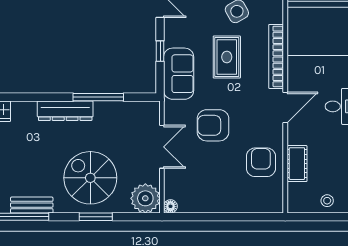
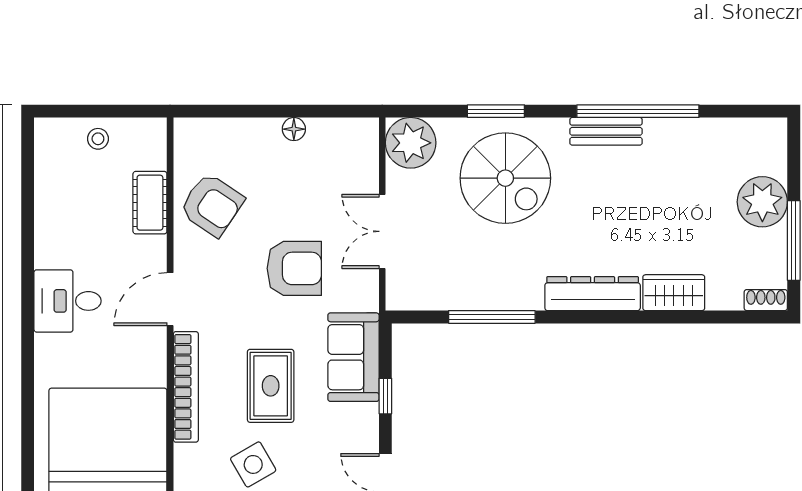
dresser: (65, 111) -> (593, 294), moved
armchair: (261, 162) -> (212, 205), turned -56
floor lamp: (170, 206) -> (294, 129), moved

